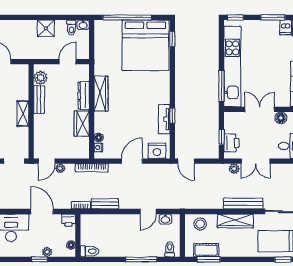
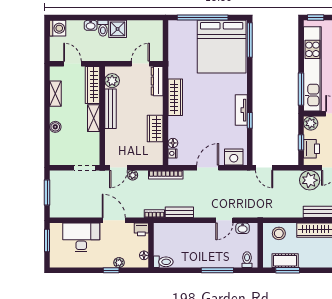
washbasin: (83, 25) -> (91, 25), moved
toilet: (71, 28) -> (103, 28), moved
window: (172, 39) -> (250, 40), width x2.17
wardrobe: (22, 82) -> (92, 85), added
dresser: (84, 96) -> (157, 81), moved
bench: (39, 100) -> (111, 109), width x1.36
tv unit: (164, 119) -> (241, 110), moved
plant: (231, 119) -> (311, 123), added
plant: (234, 169) -> (310, 180), width x1.87, depth x1.87

